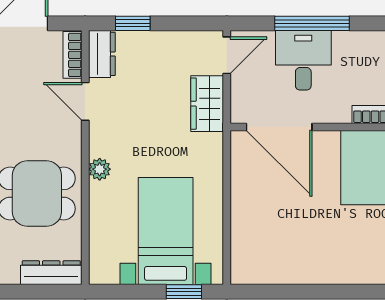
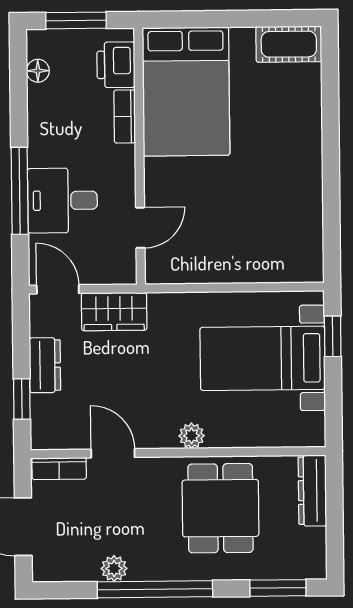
dresser: (102, 54) -> (45, 365), moved, turned 90
door: (85, 101) -> (113, 453), swing flipped
door: (279, 127) -> (140, 228), width x0.53

